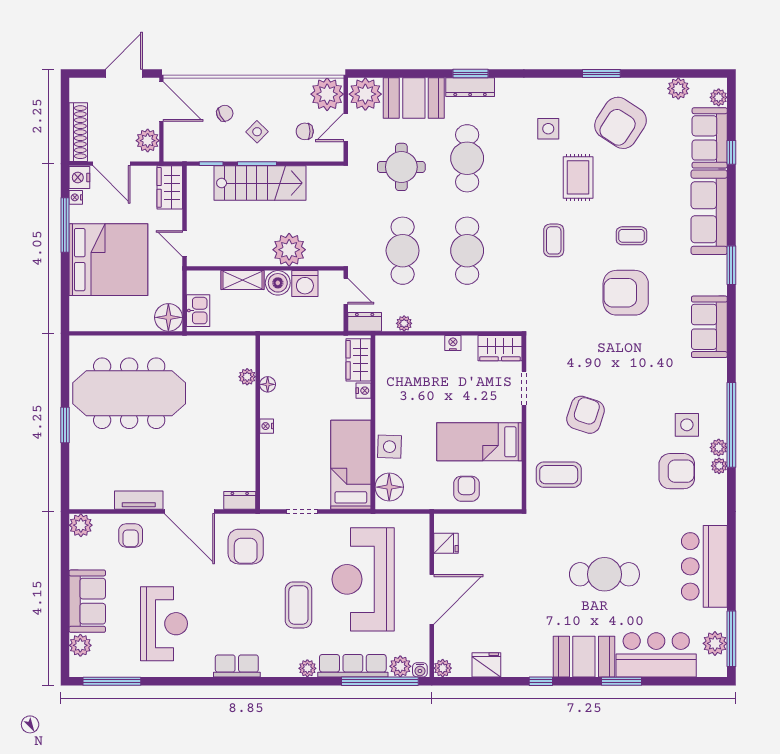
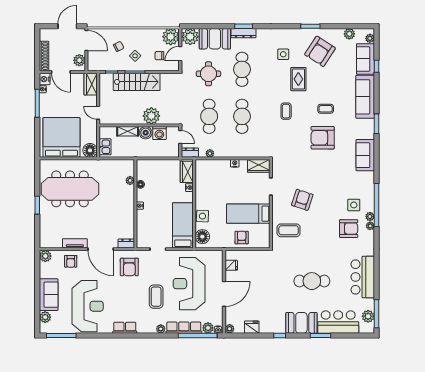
bed: (108, 260) -> (61, 137), moved, turned -90
reception desk: (164, 624) -> (88, 306), width x1.36, depth x1.30

